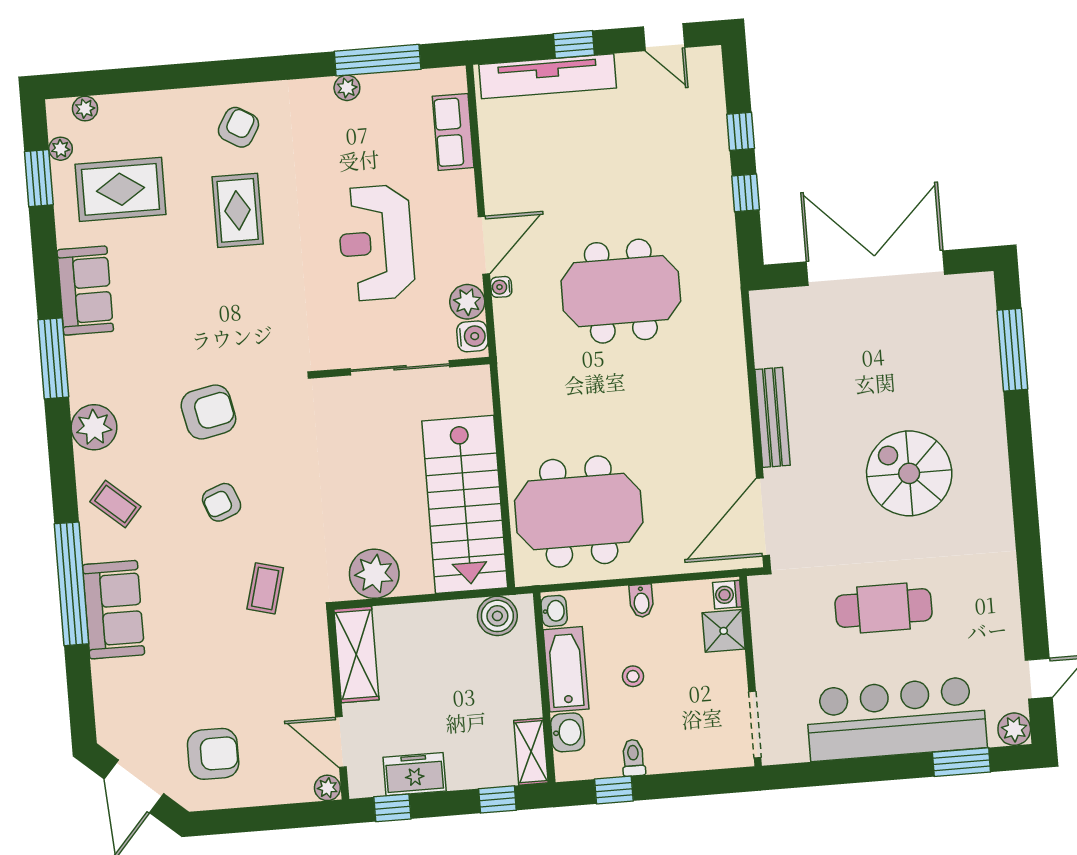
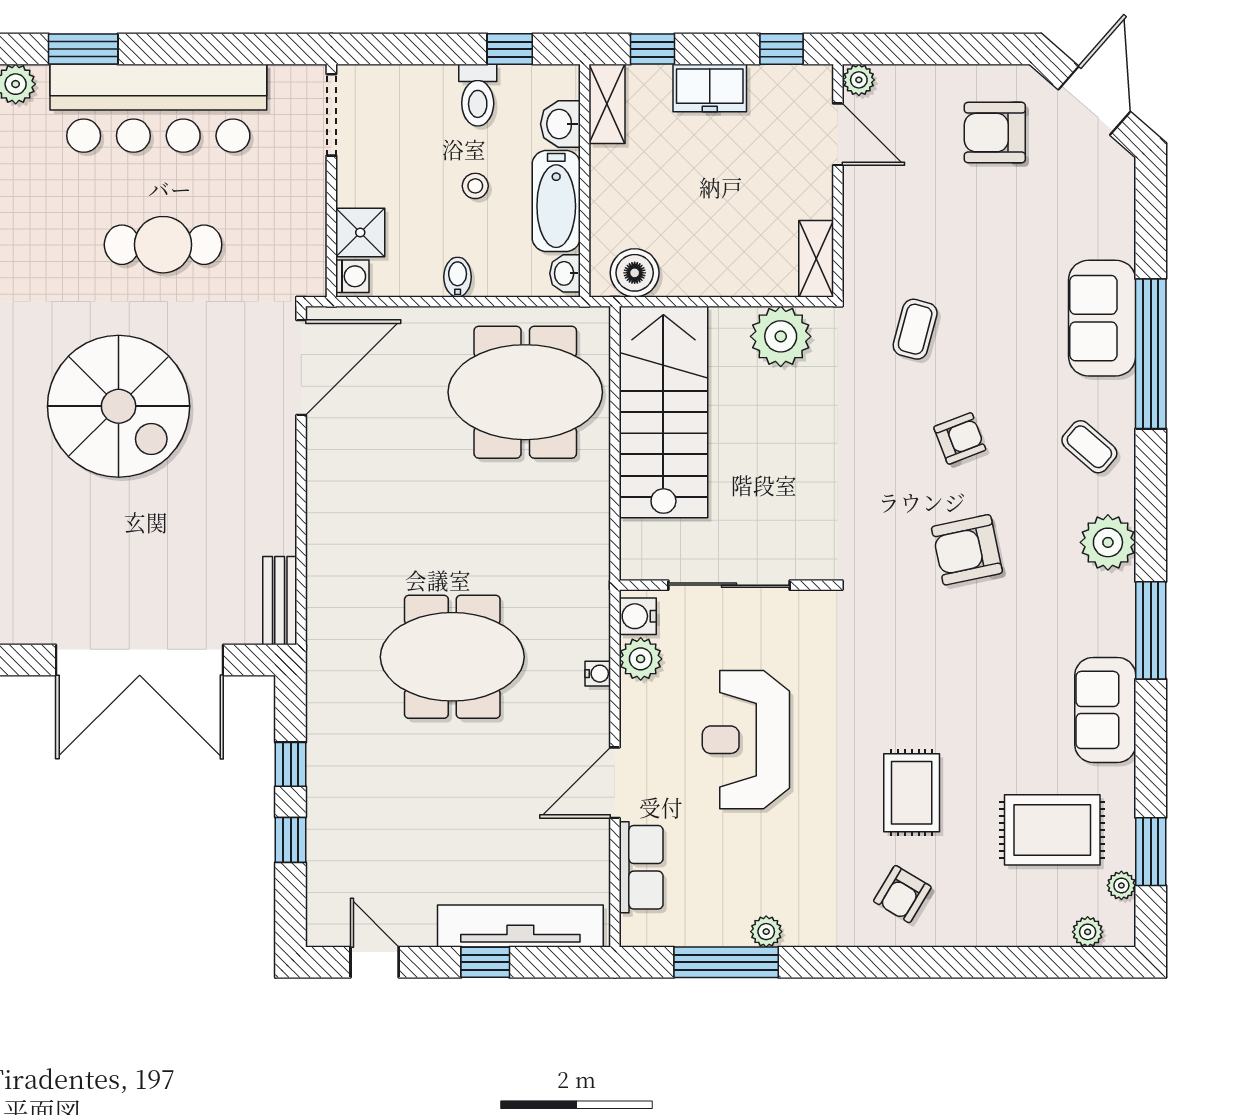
reception desk: (376, 243) -> (746, 740), turned 180
door: (484, 245) -> (615, 783), moved
bench: (772, 417) -> (280, 601), moved, width x0.73
spiral stairs: (909, 473) -> (119, 406), width x1.37, depth x1.37
shelving: (356, 655) -> (816, 259), width x0.67, depth x0.75
toilet: (633, 758) -> (478, 95), width x1.37, depth x1.39
freezer: (415, 774) -> (710, 88), moved

